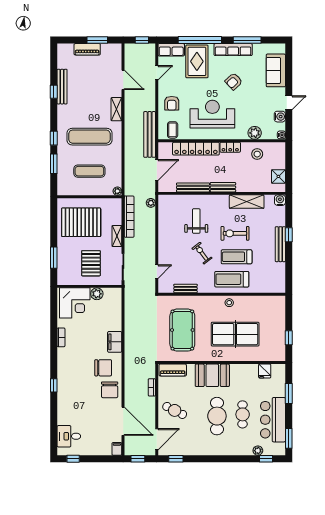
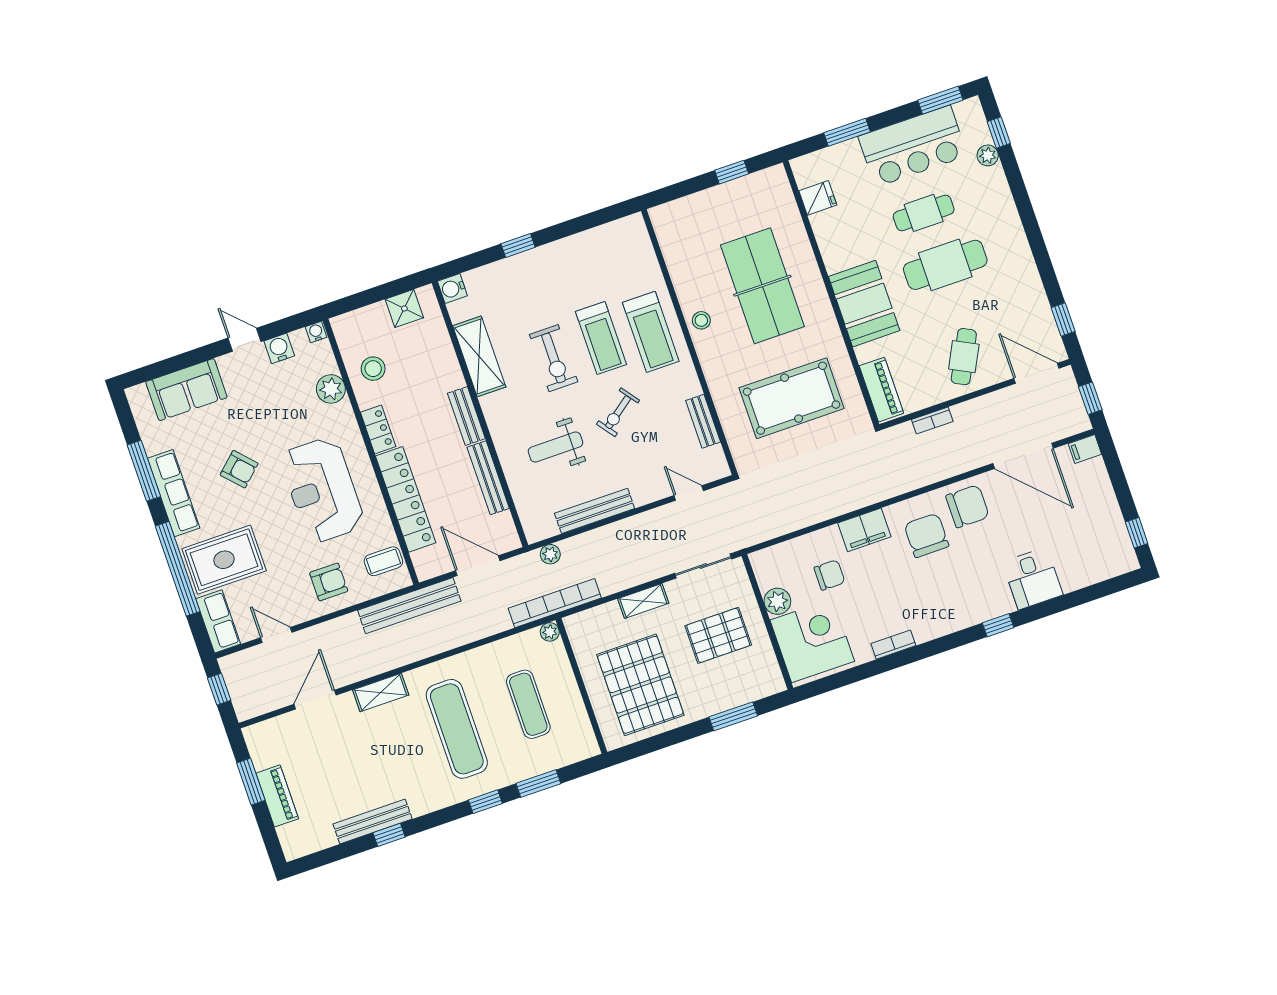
bookcase: (129, 217) -> (555, 603), moved
bench: (280, 244) -> (595, 511), moved
chair: (100, 320) -> (829, 575), added
door: (123, 421) -> (1023, 456), swing flipped
desk: (69, 436) -> (1033, 578), moved

